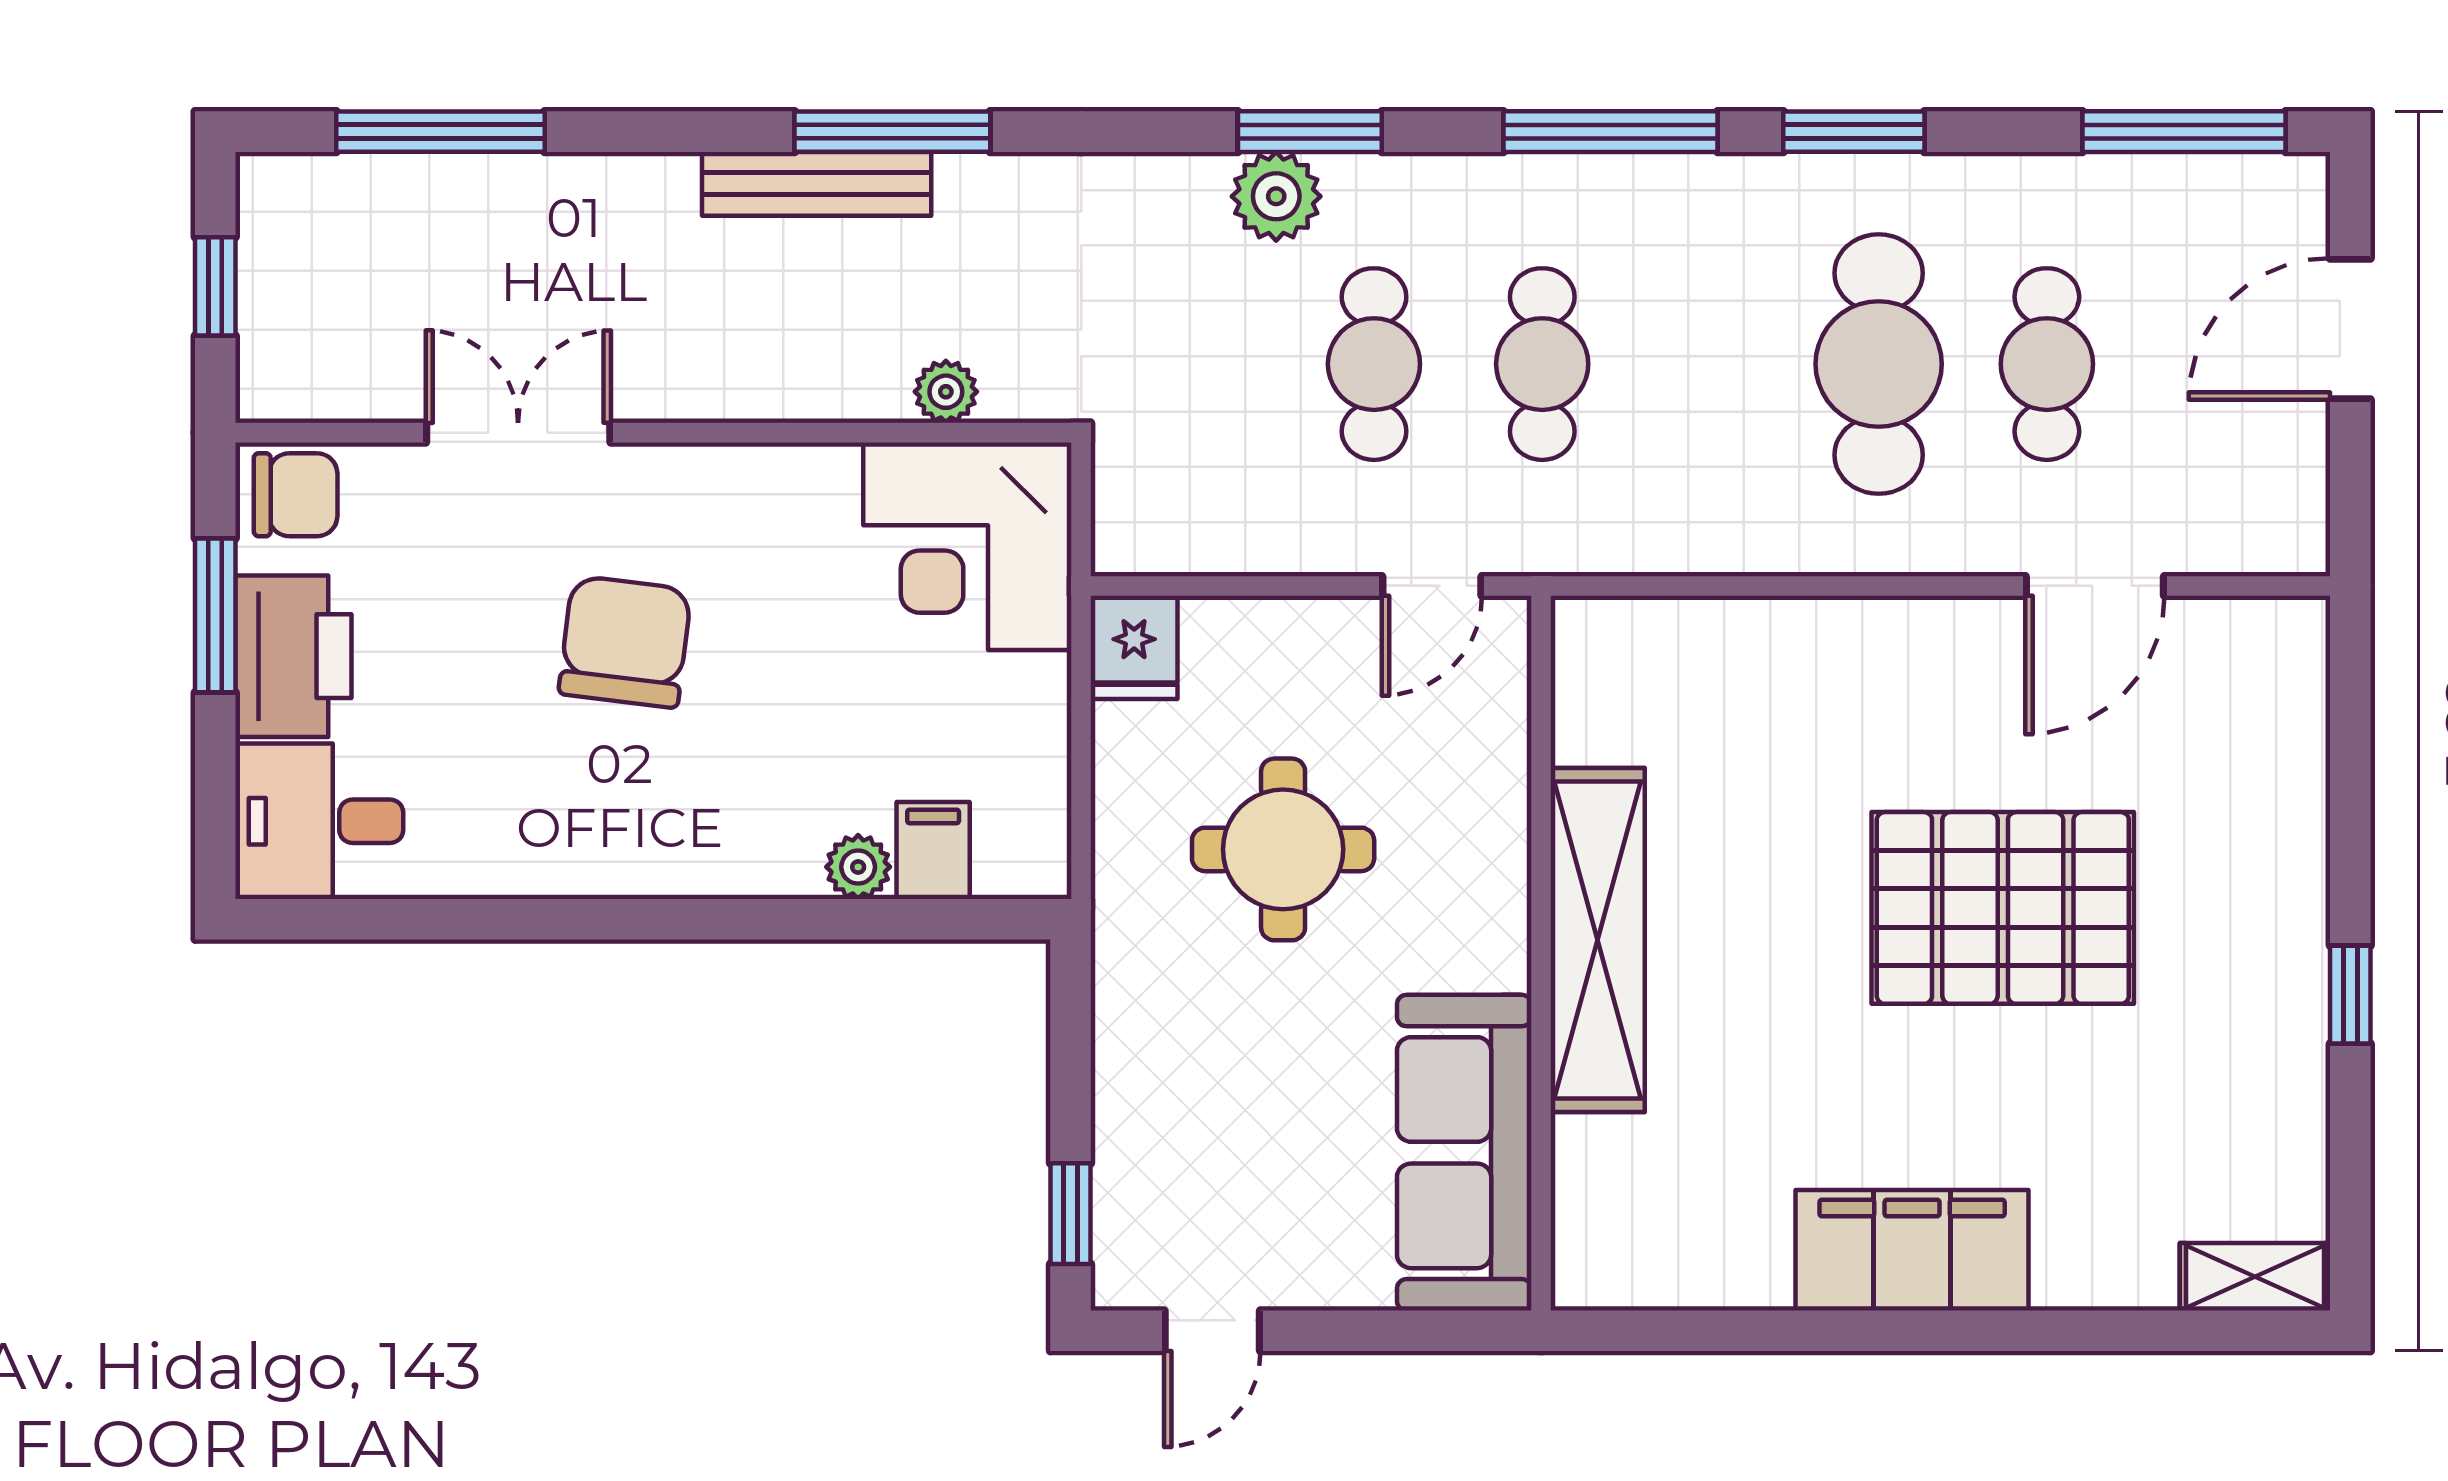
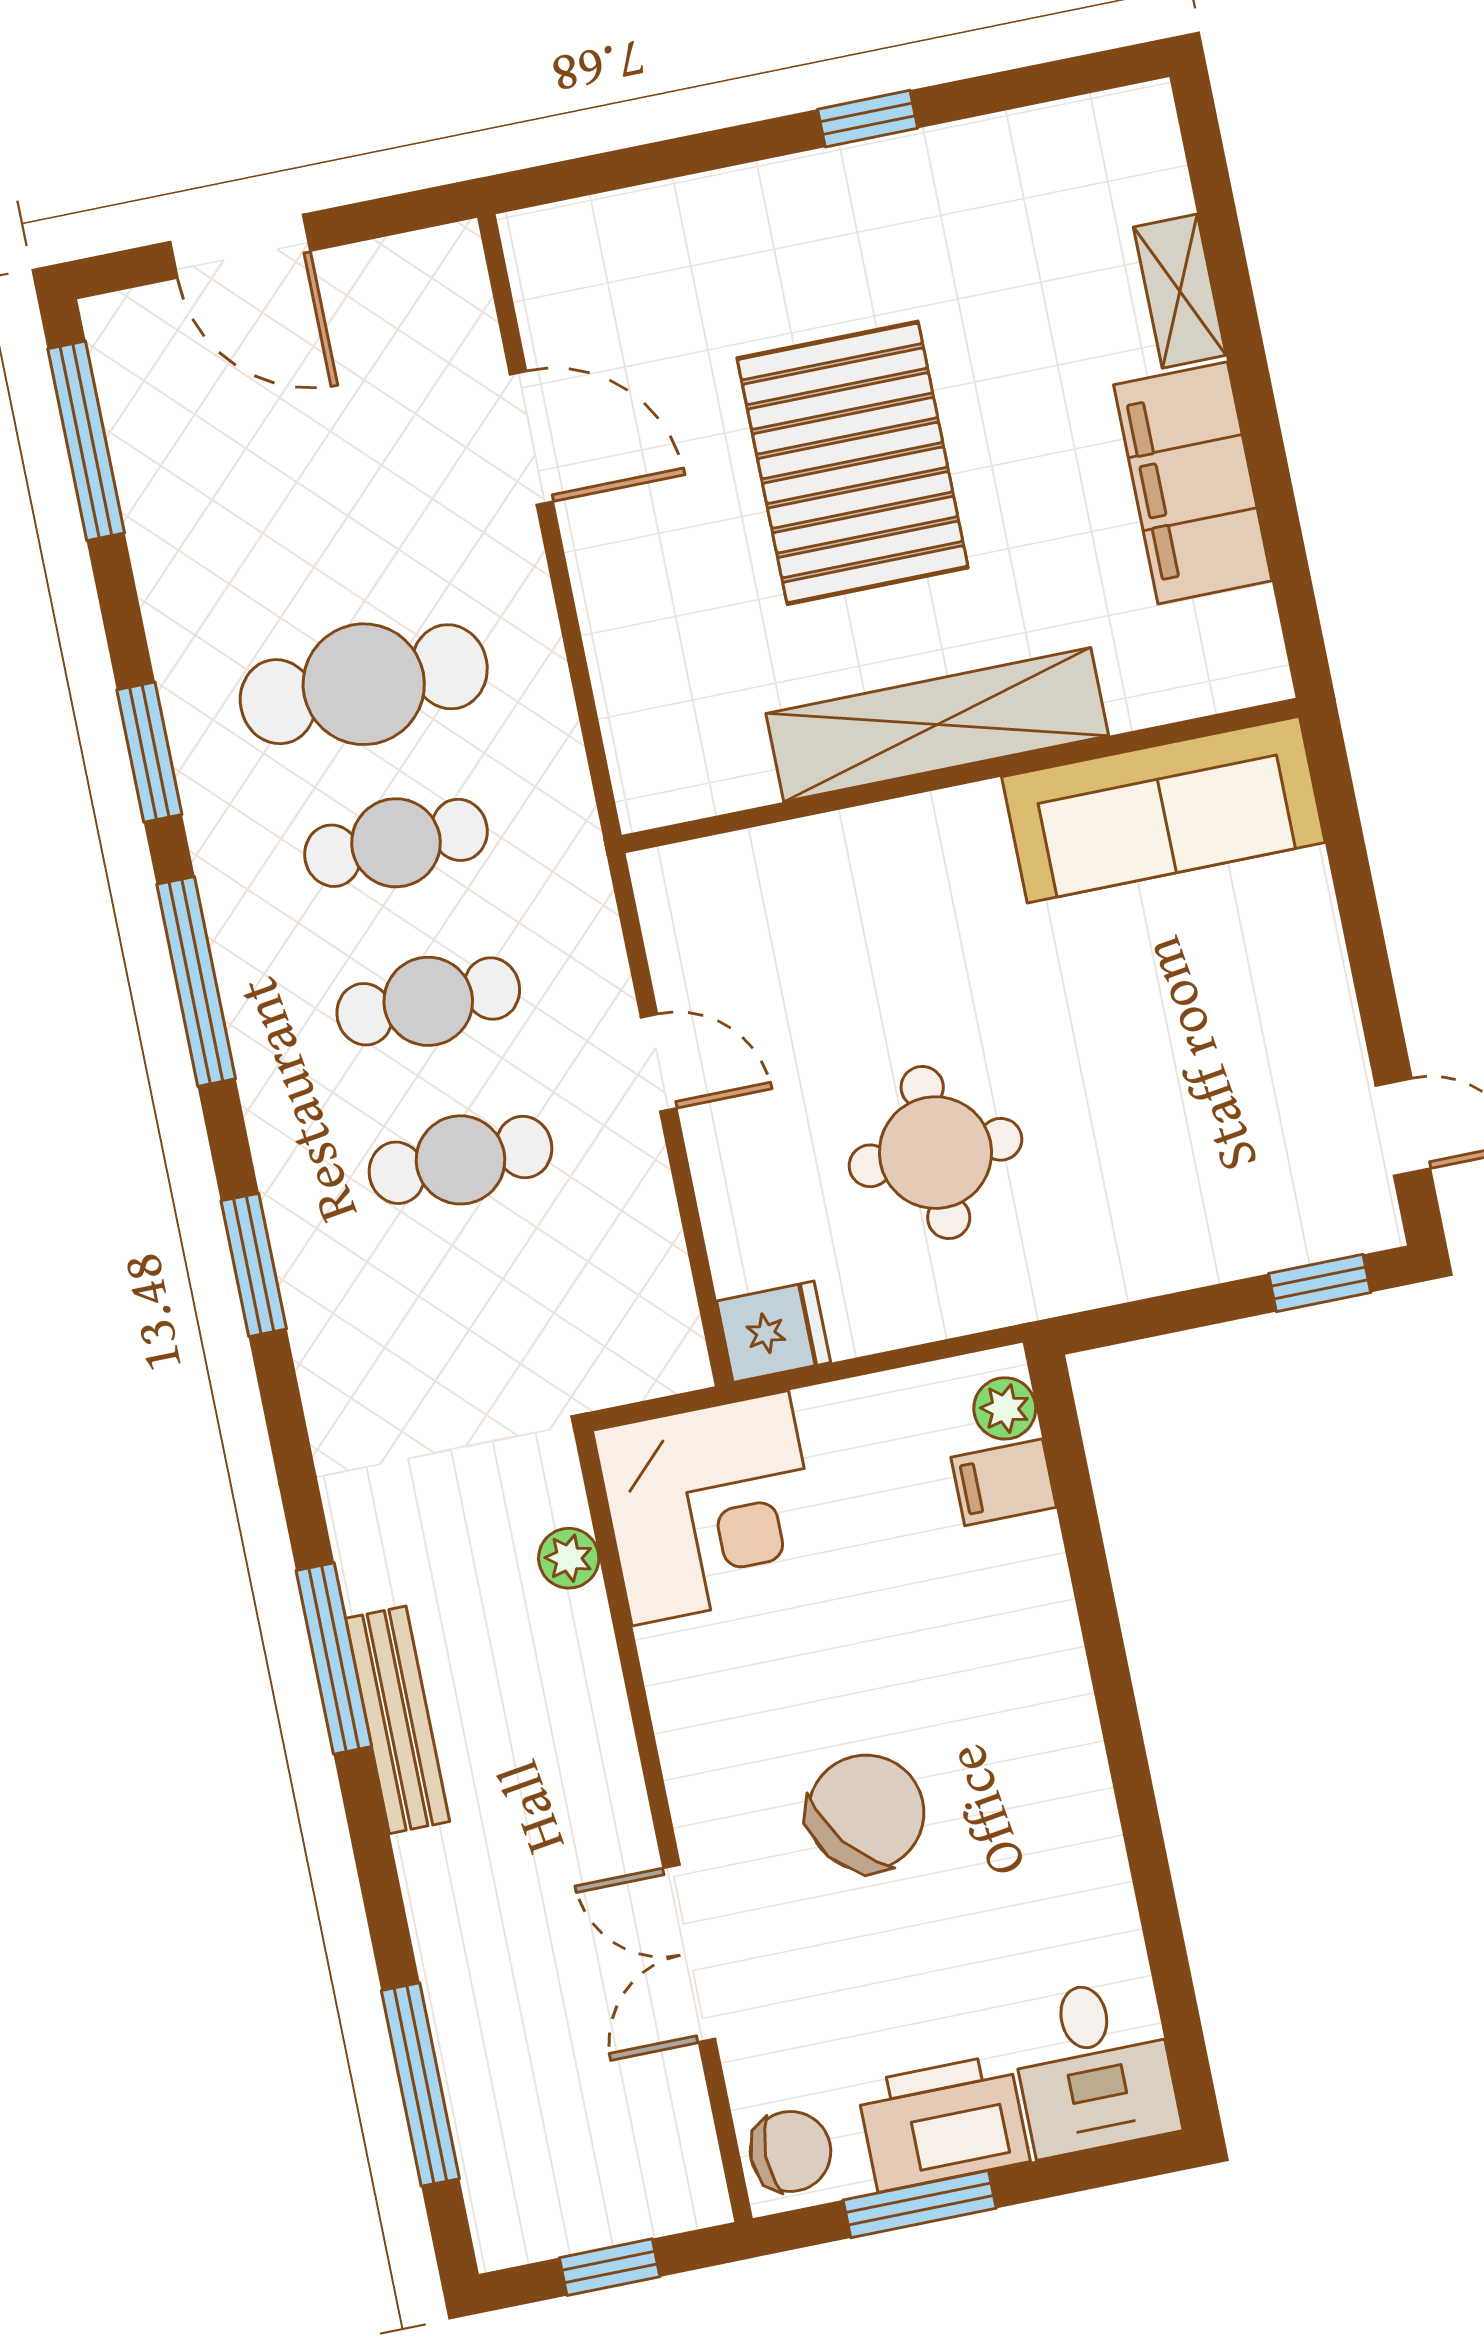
plant: (1276, 196) -> (321, 1284), removed
cafe table: (2047, 364) -> (396, 843), moved
chair: (296, 495) -> (791, 2151), turned 90
chair: (625, 642) -> (866, 1813), turned 135
plant: (858, 867) -> (1005, 1408), moved
shelving: (1598, 940) -> (937, 725), moved
wall: (1541, 953) -> (961, 775), moved
sofa: (1464, 1153) -> (1163, 810), moved
shelving: (2255, 1277) -> (1180, 291), moved

